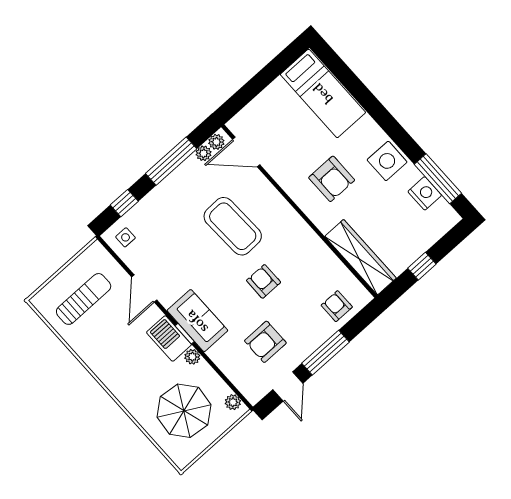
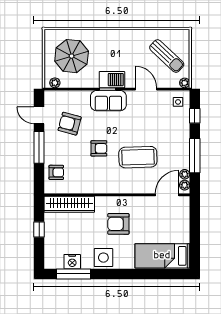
sun lounger: (84, 299) -> (167, 56), turned -47
armchair: (265, 342) -> (70, 124), turned -75
plant: (192, 357) -> (185, 83), moved

